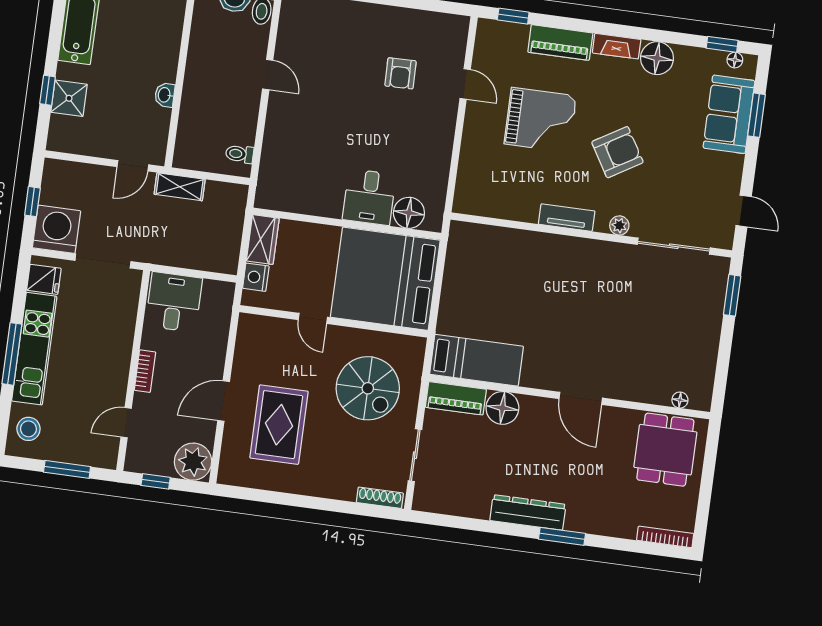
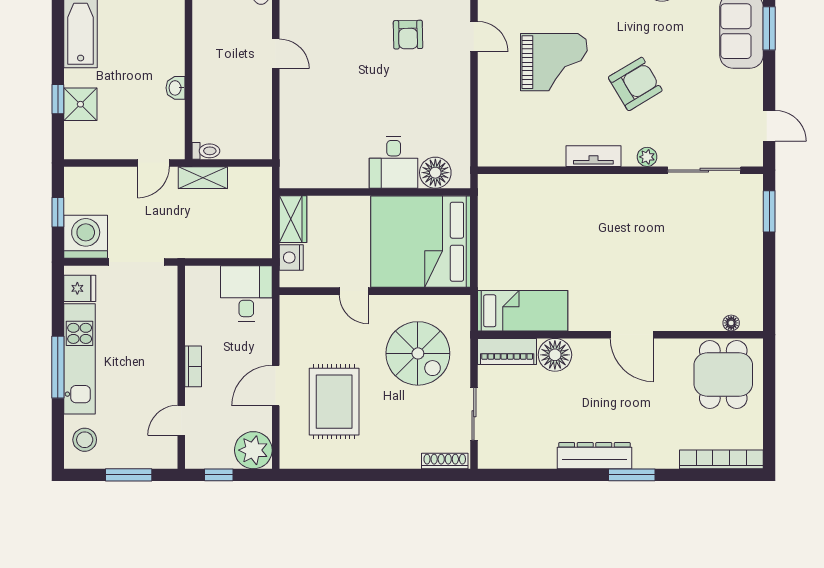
toilet: (240, 154) -> (206, 151), moved, turned 180
desk: (174, 302) -> (246, 293), moved
bookcase: (665, 537) -> (721, 459), width x1.48, depth x1.31

